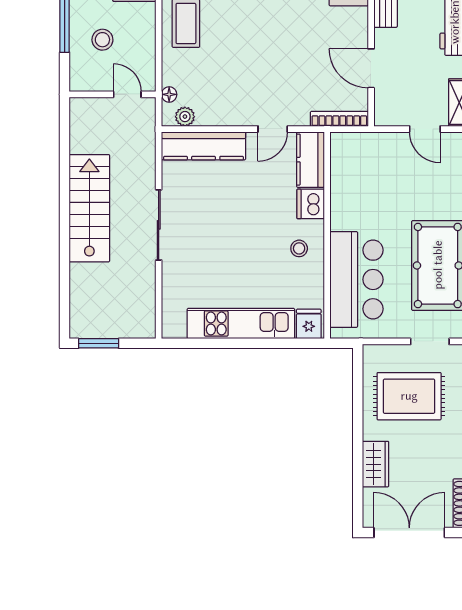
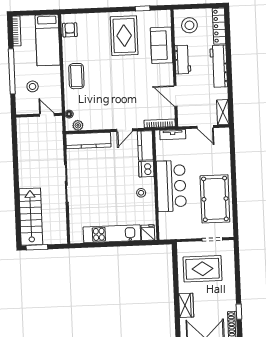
tv unit: (363, 141) -> (173, 135), added
stairs: (89, 208) -> (31, 217), moved
bar counter: (357, 279) -> (171, 186), moved

